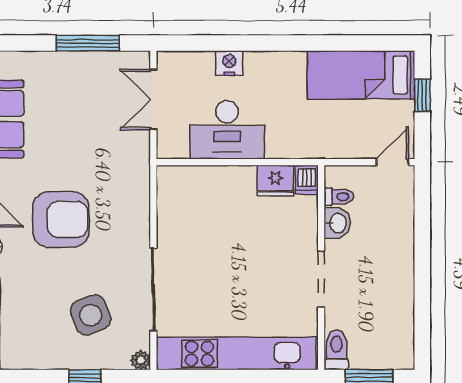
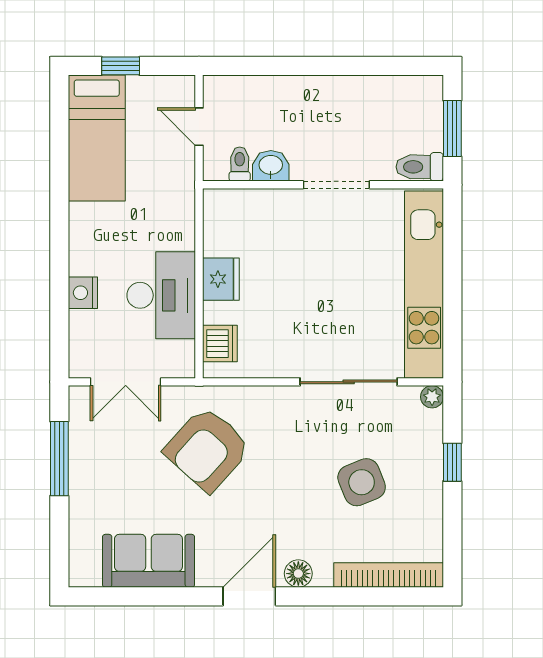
door: (392, 162) -> (199, 127), moved
dishwasher: (307, 180) -> (220, 344), moved, width x1.38
fridge: (275, 181) -> (221, 279), moved
armchair: (61, 220) -> (207, 449), moved, turned -138
side table: (91, 315) -> (362, 482), moved

